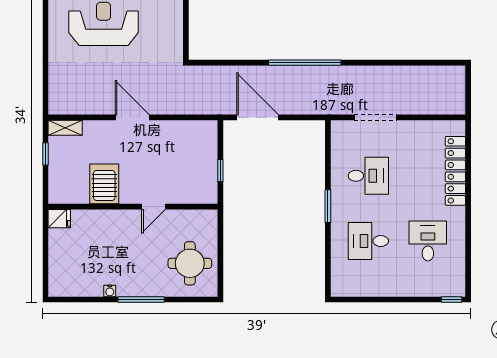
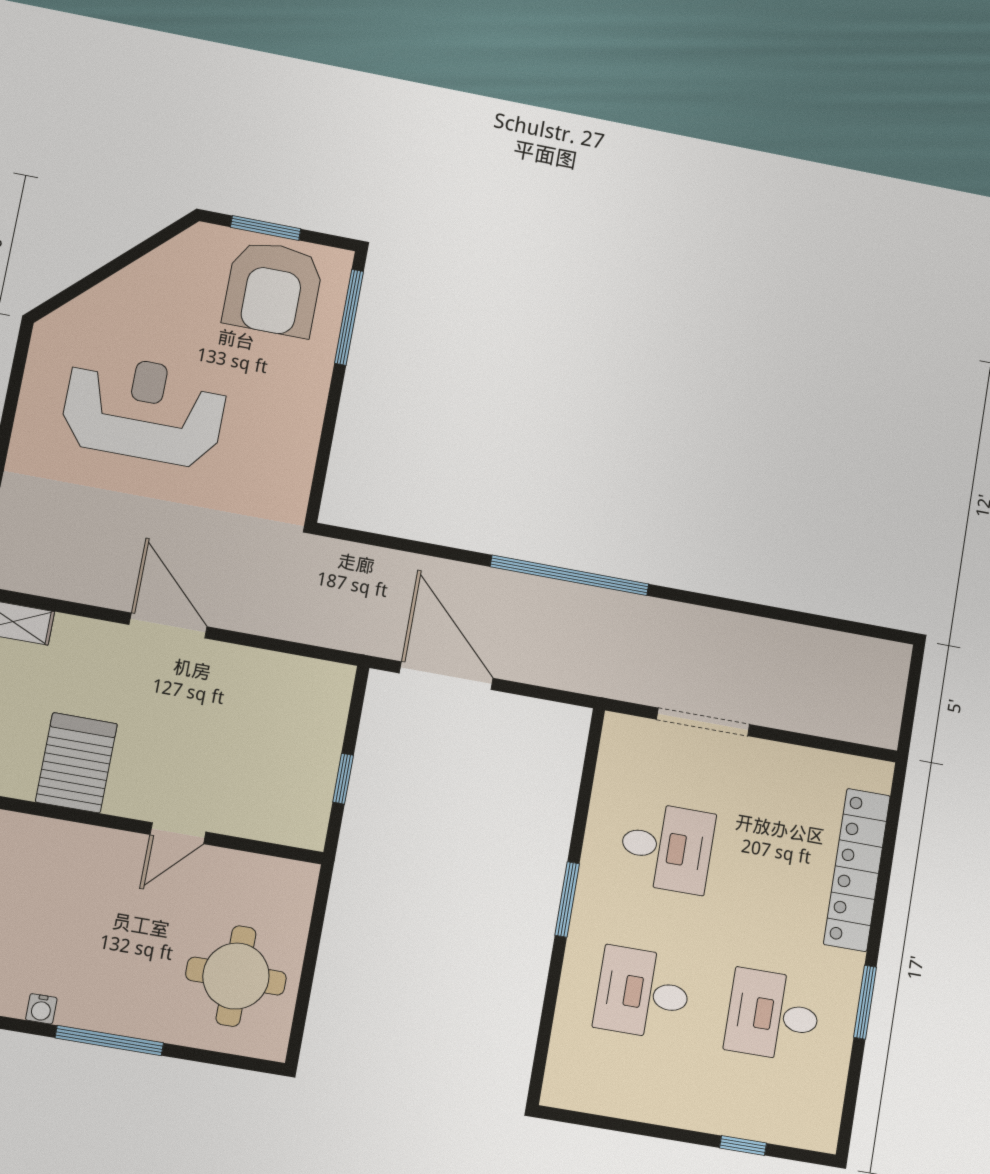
window: (468, 229) -> (865, 1002), added
desk: (428, 241) -> (773, 1015), turned -90
window: (452, 299) -> (743, 1145), moved

